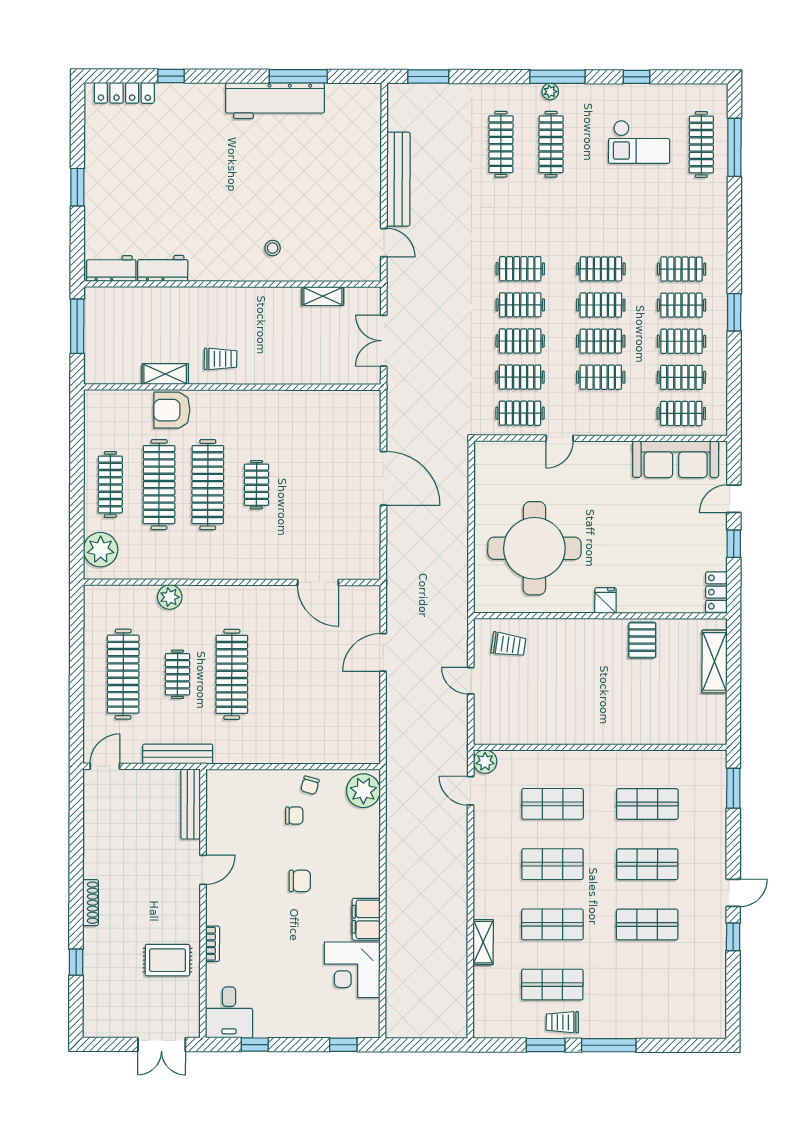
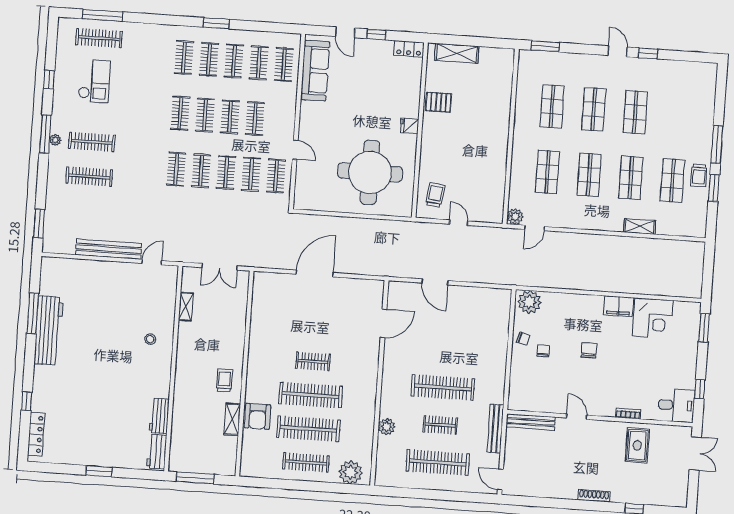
door: (471, 681) -> (459, 223), swing flipped
window: (343, 1045) -> (704, 328), width x1.50

